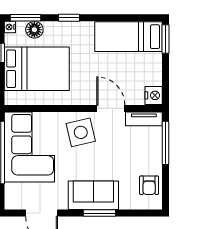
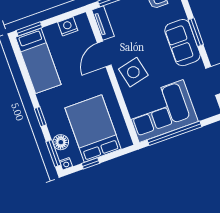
nightstand: (154, 95) -> (68, 26), moved

